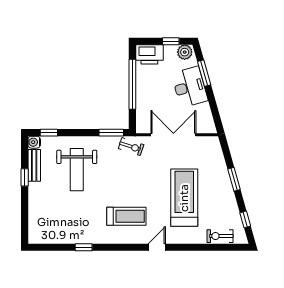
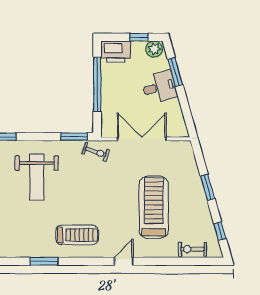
desk: (190, 87) -> (159, 87), width x0.73
treadmill: (126, 216) -> (77, 235), moved
window: (84, 247) -> (44, 261), width x1.50

